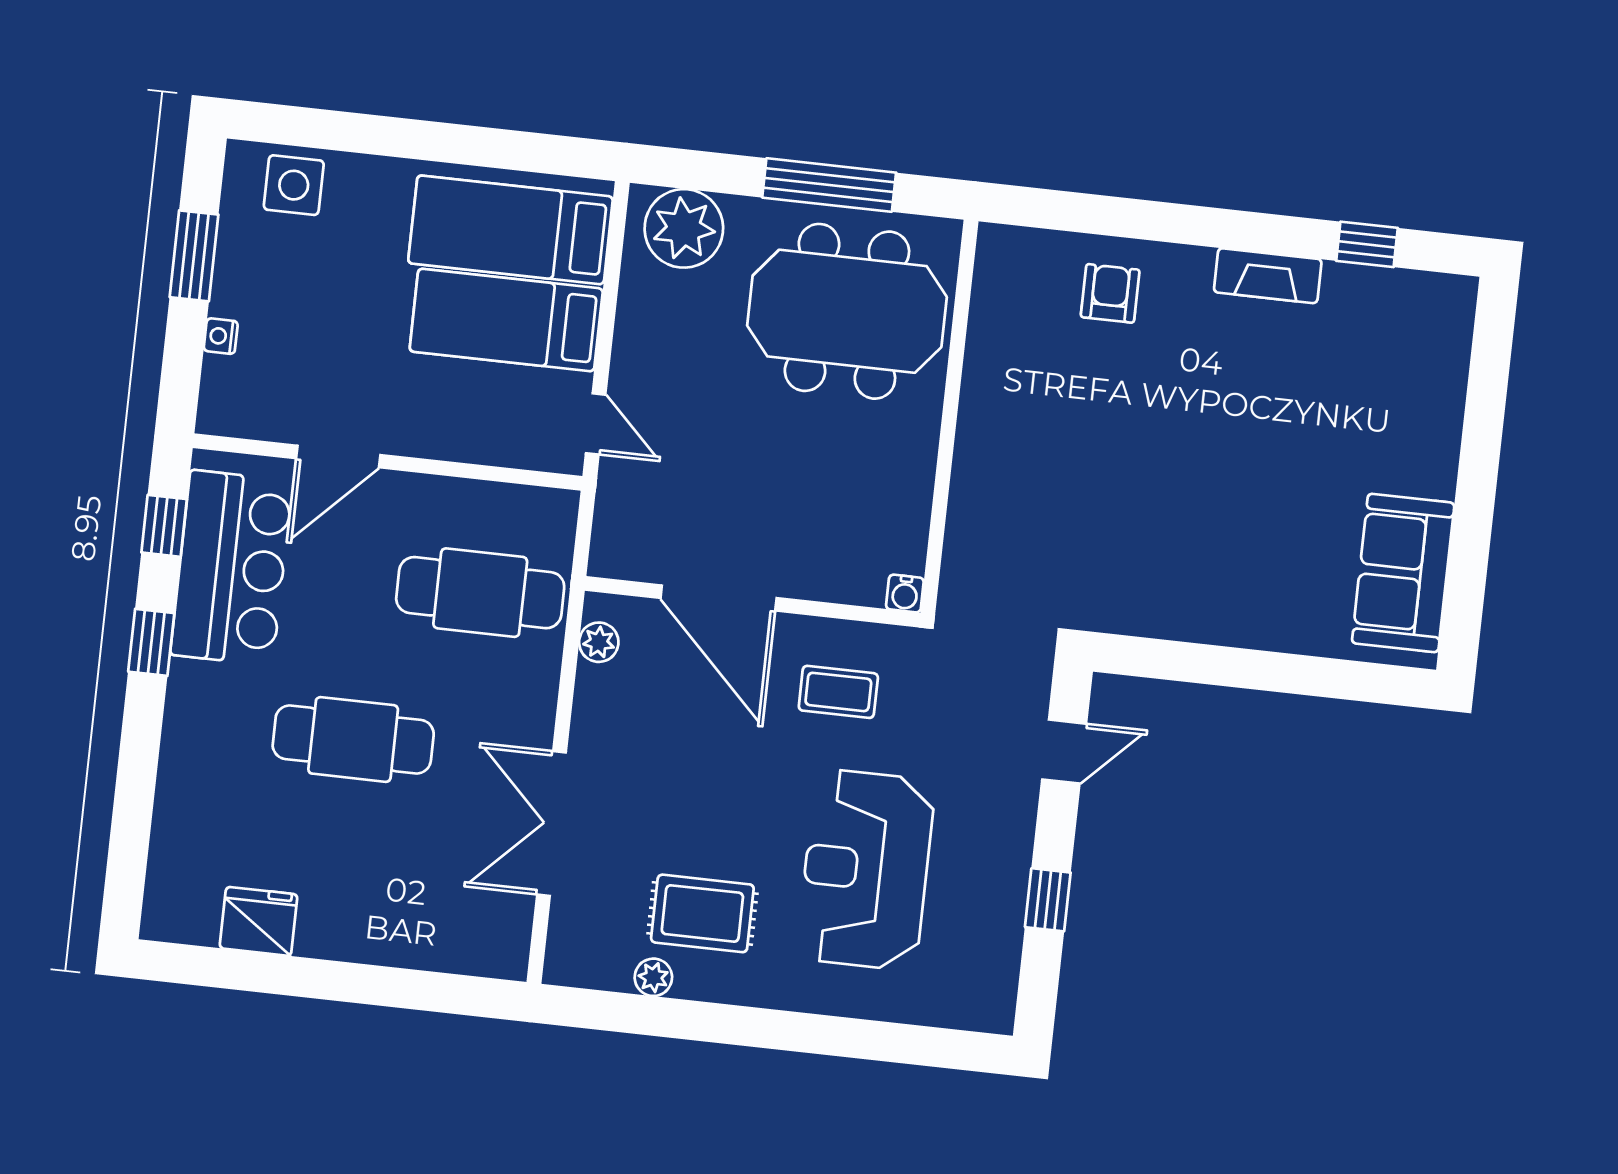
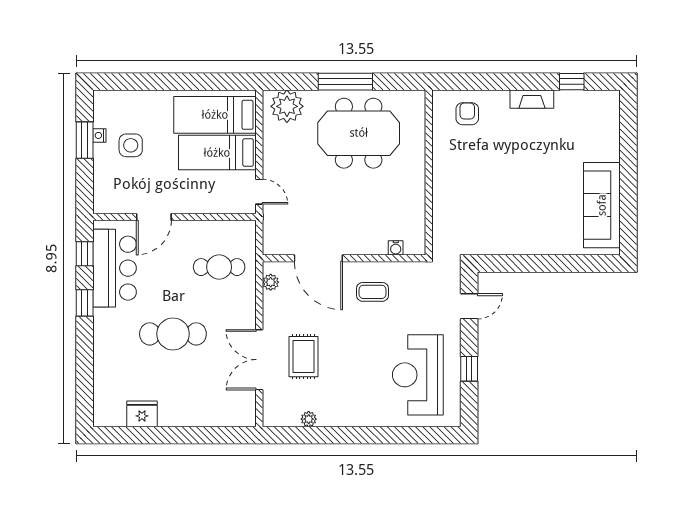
side table: (294, 185) -> (131, 145), moved
nightstand: (221, 336) -> (99, 135), moved
wall: (949, 417) -> (429, 173), moved
sofa: (1403, 573) -> (602, 205), width x1.36
cafe table: (480, 593) -> (219, 267), width x0.73, depth x0.74
reception desk: (866, 870) -> (418, 375), moved
rug: (702, 913) -> (304, 357), moved, turned 90

